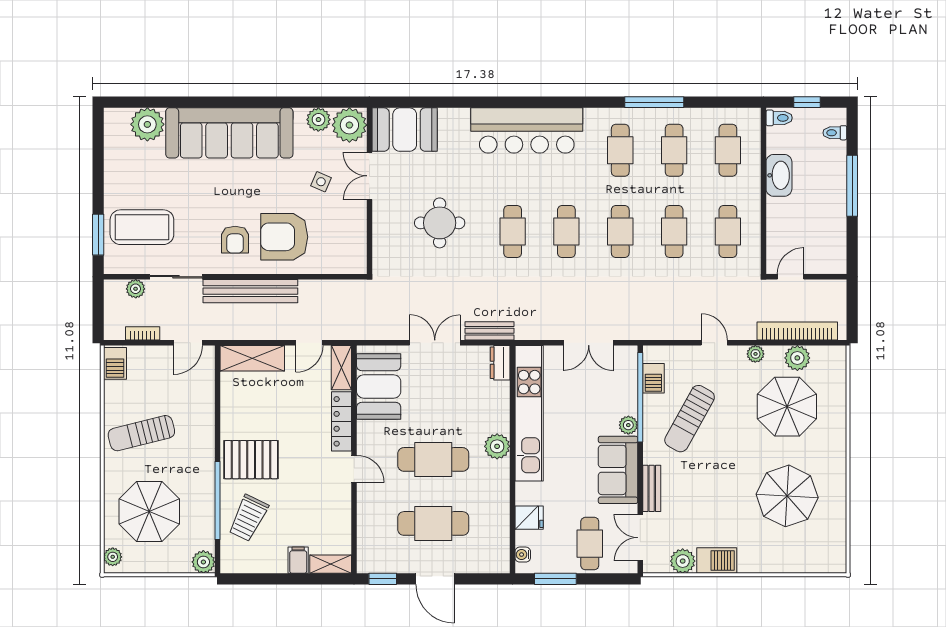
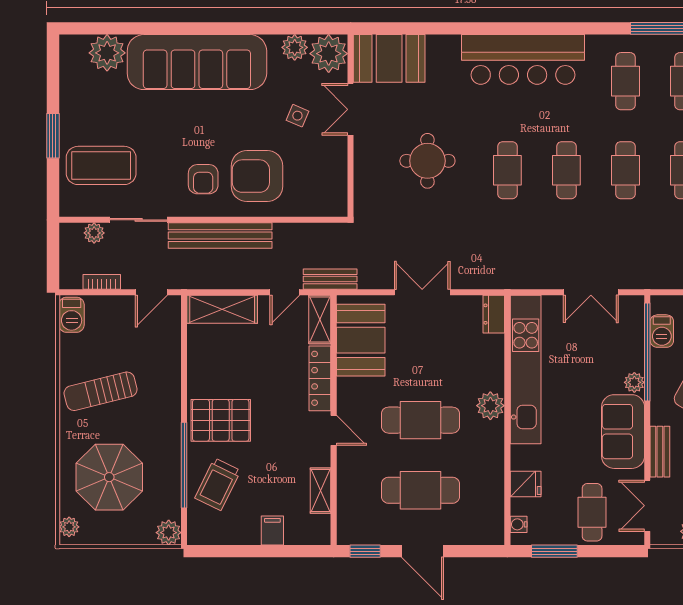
window: (98, 235) -> (53, 136), moved
bench: (490, 331) -> (330, 279), moved
shelving: (331, 564) -> (321, 491), moved, turned 90

